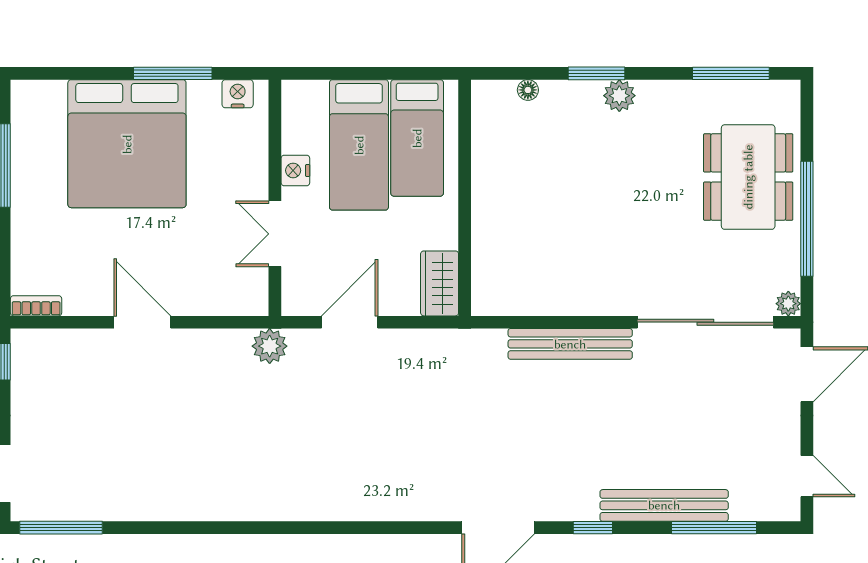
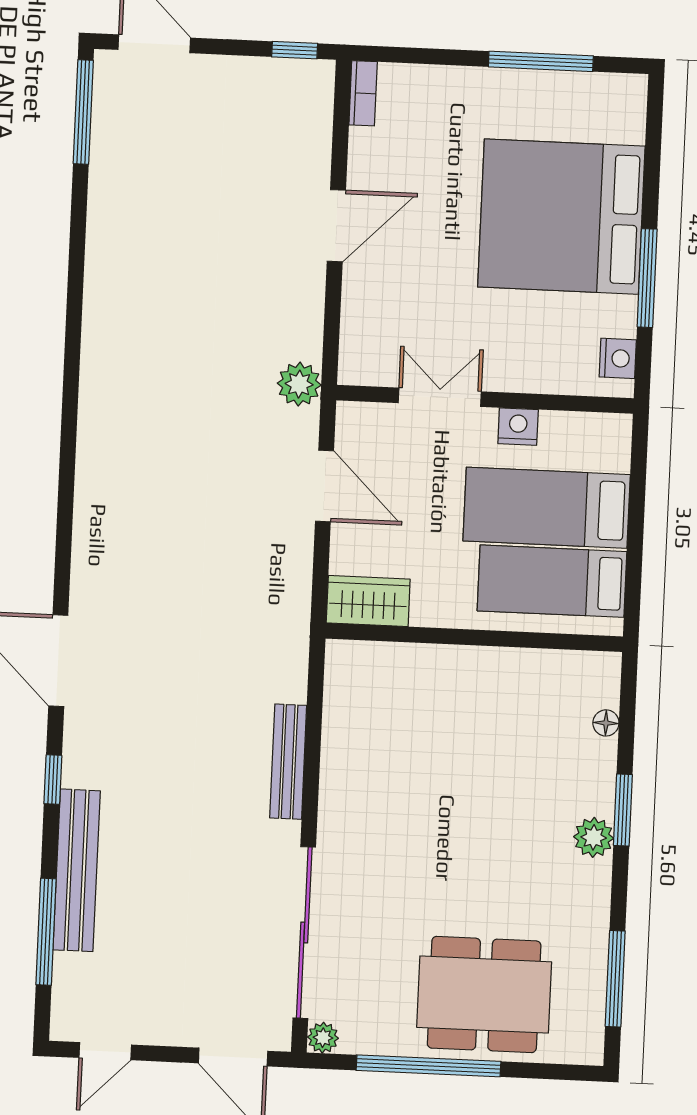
bench: (570, 344) -> (288, 762), width x0.73, depth x0.82

